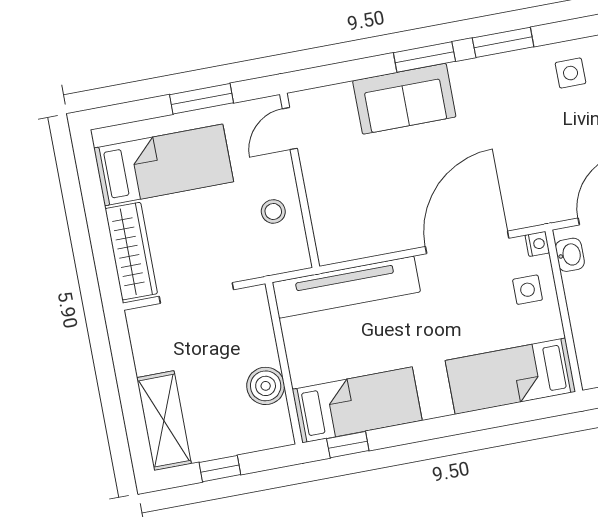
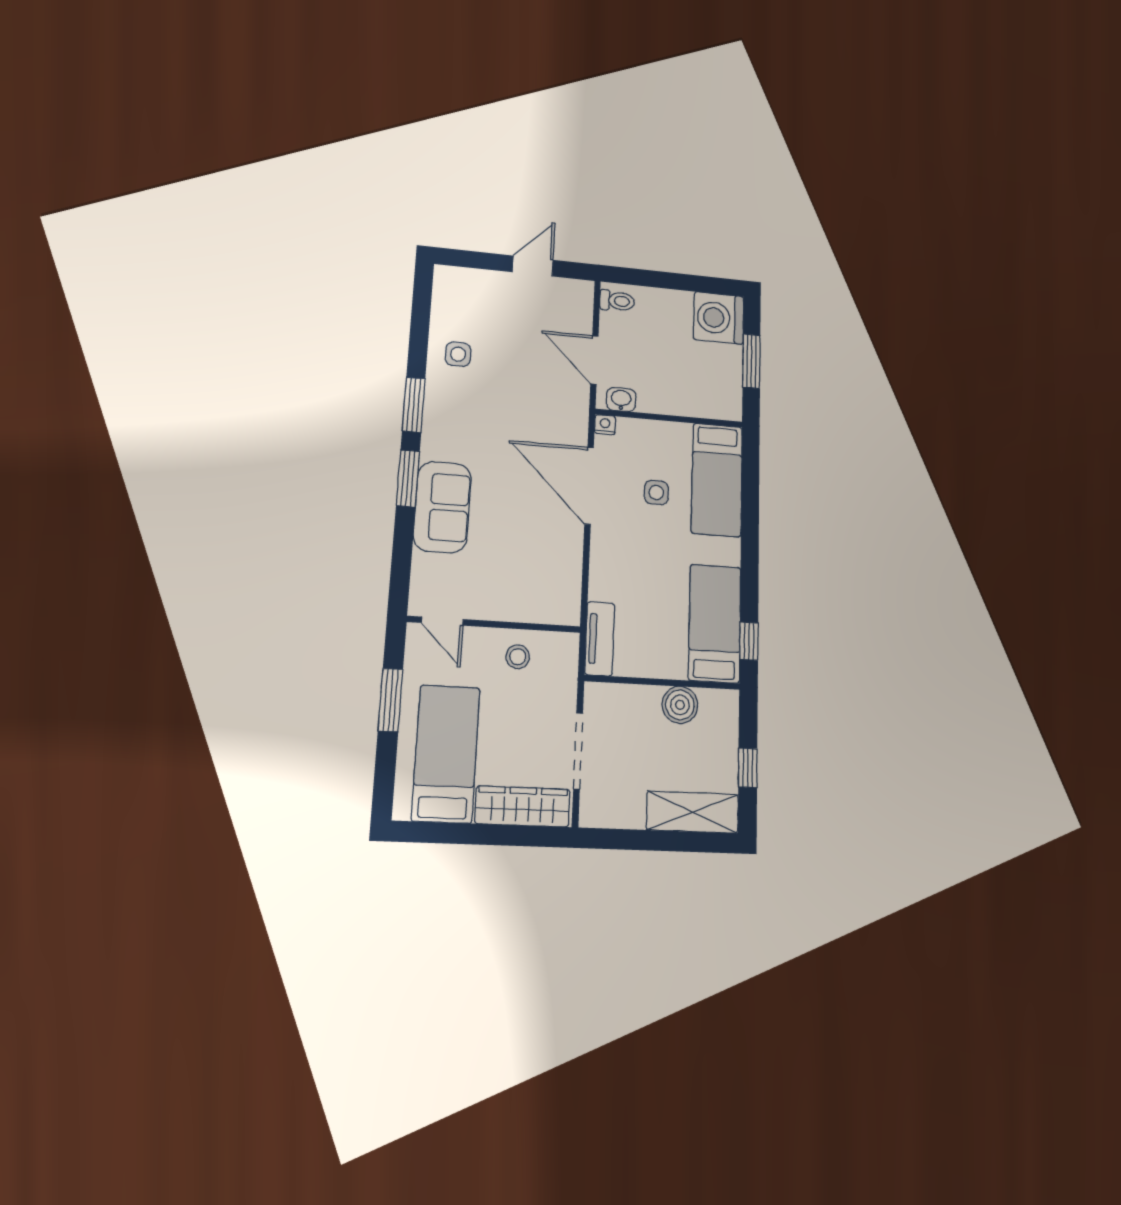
tv unit: (346, 287) -> (600, 639), width x0.52, depth x0.78
side table: (527, 290) -> (656, 493), moved

